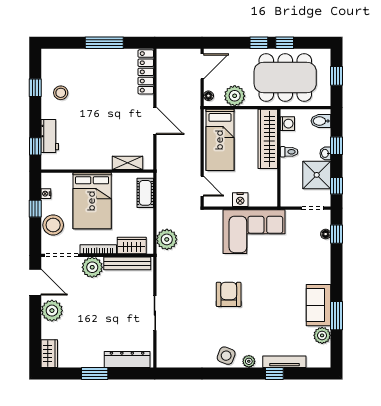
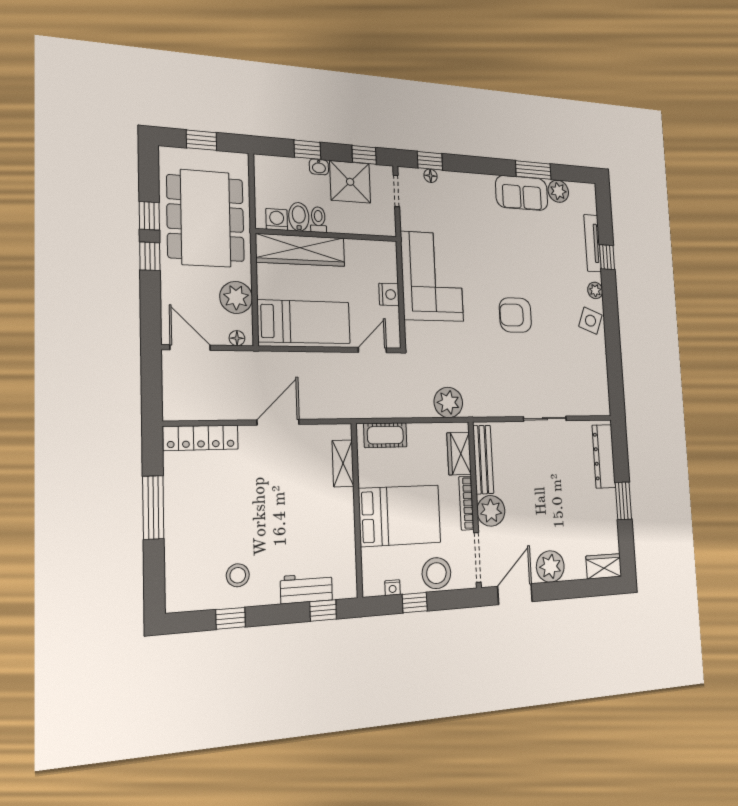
bidet: (321, 121) -> (299, 217), moved, turned 180

